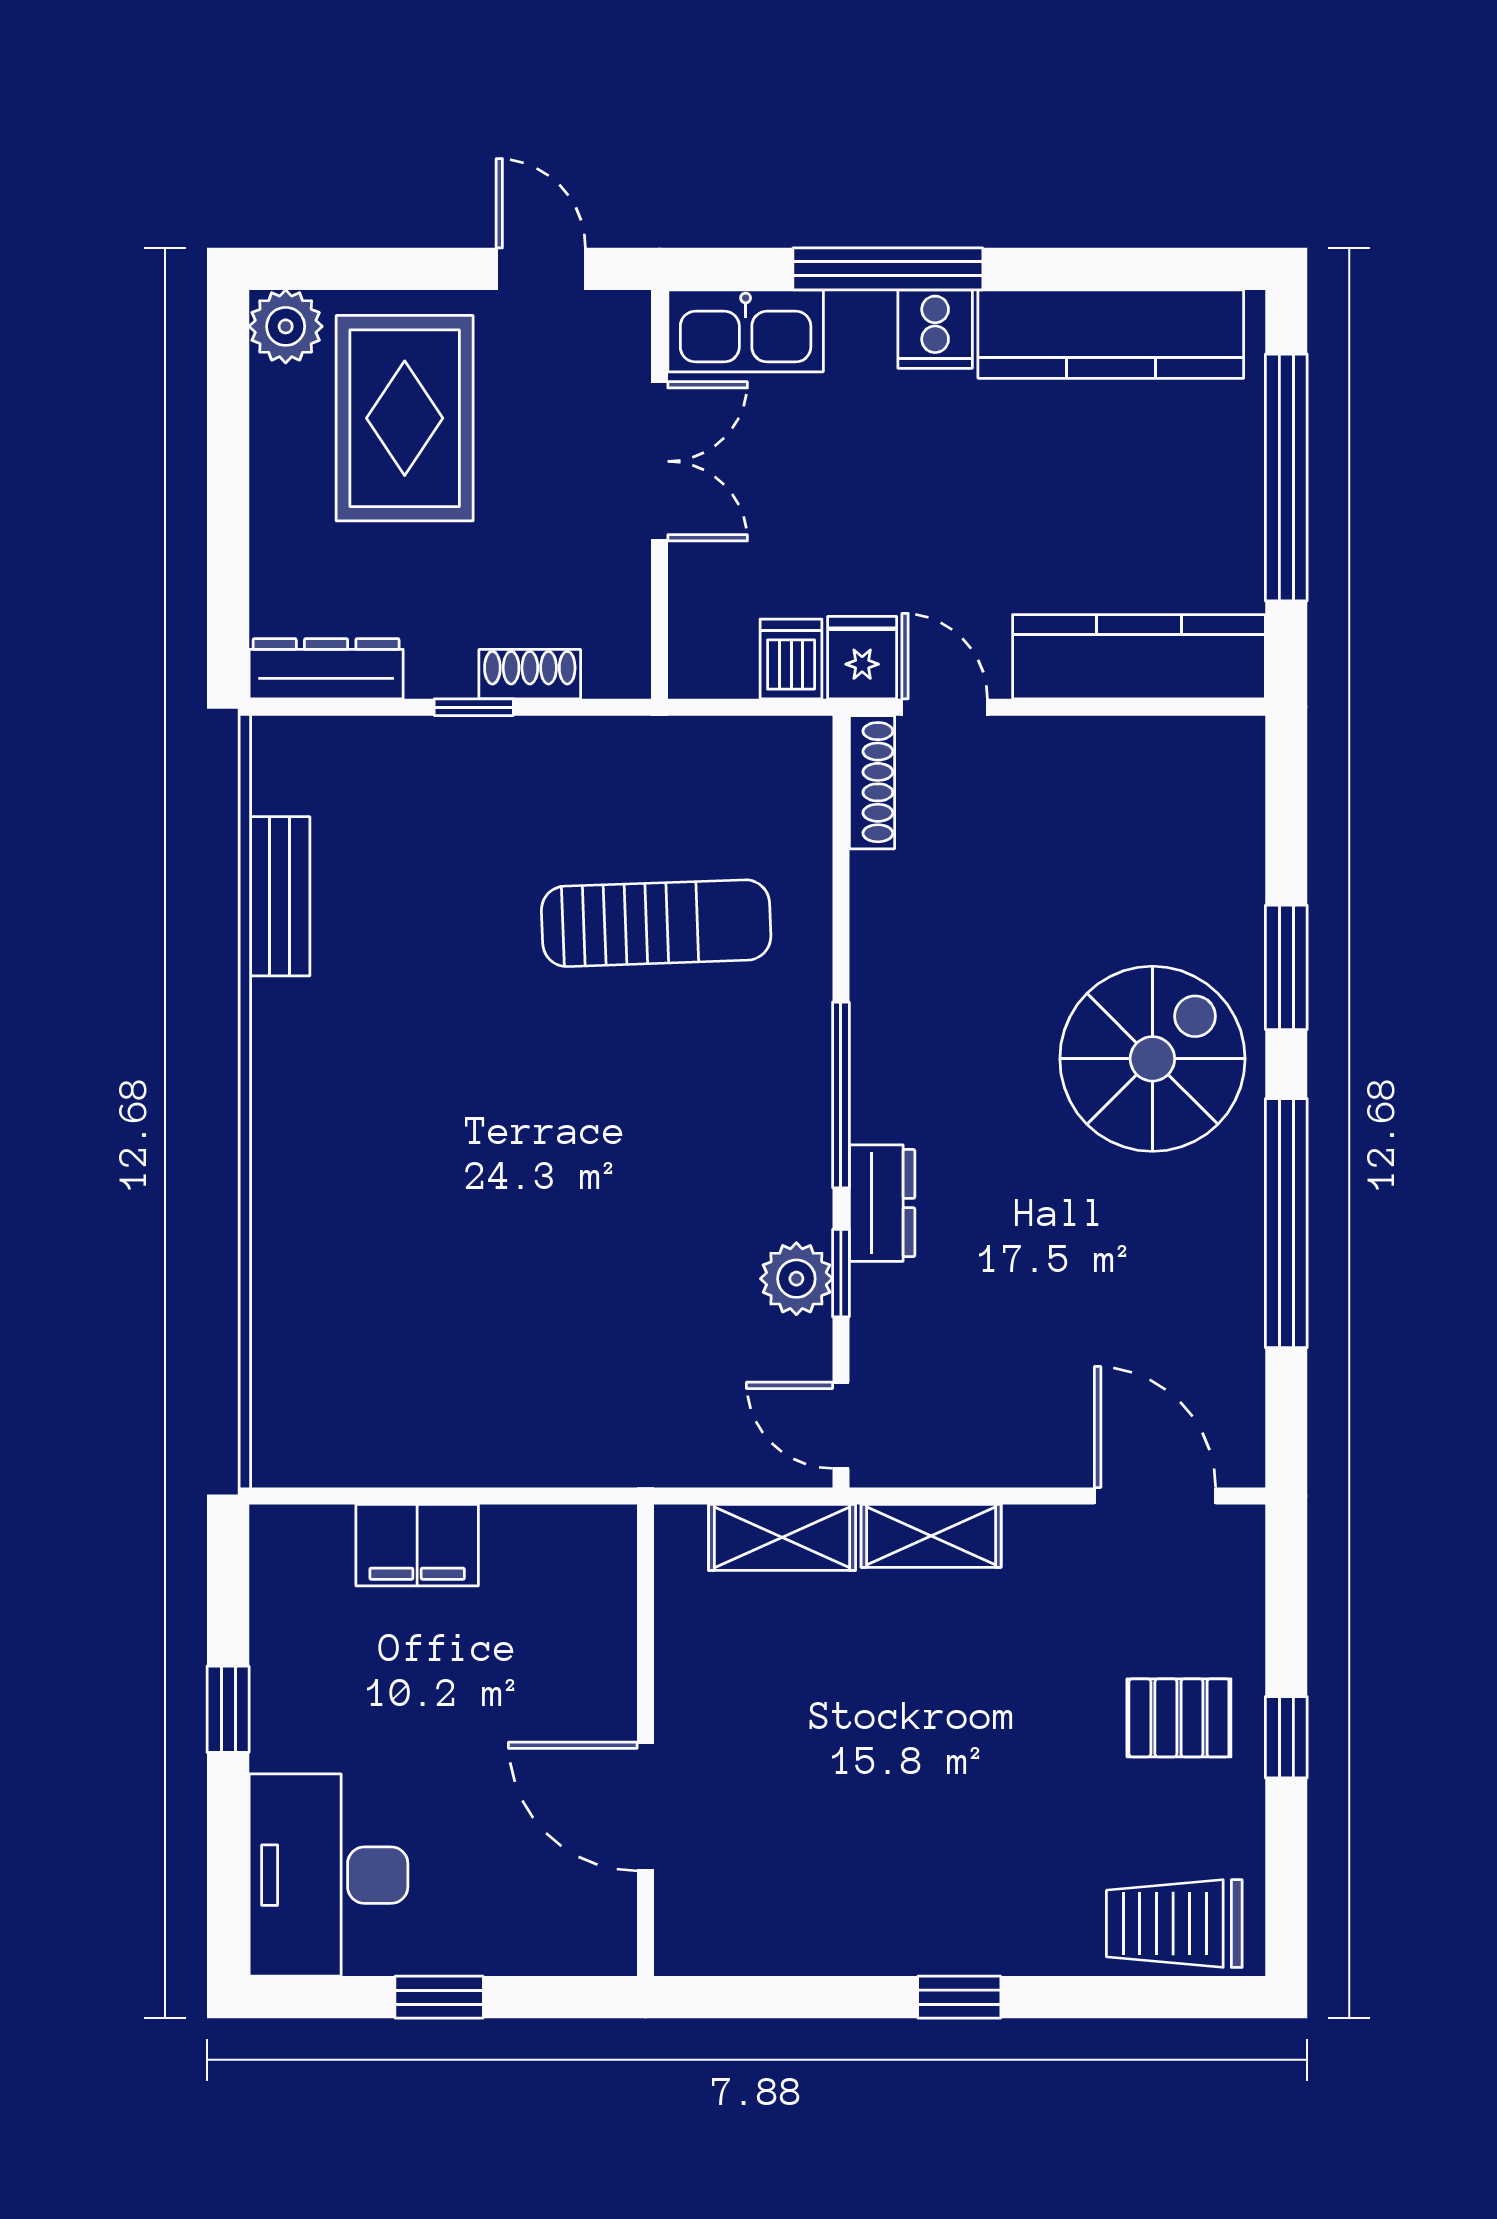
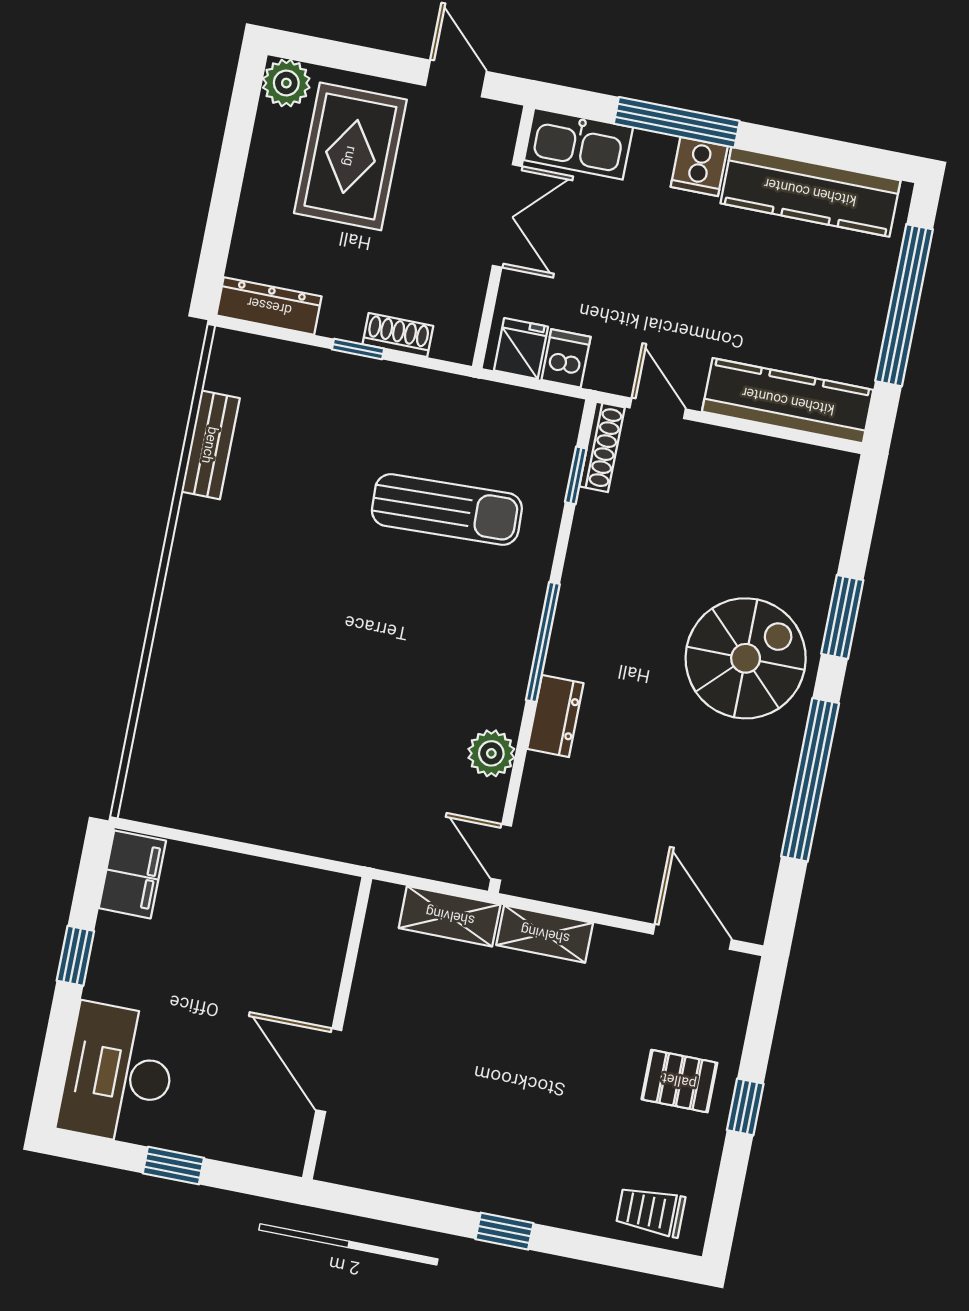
fridge: (862, 658) -> (521, 349), moved
window: (841, 1273) -> (576, 475), moved
filing cabinet: (417, 1545) -> (132, 874), moved, turned -90
trolley: (1174, 1924) -> (651, 1211), width x0.73, depth x0.72

